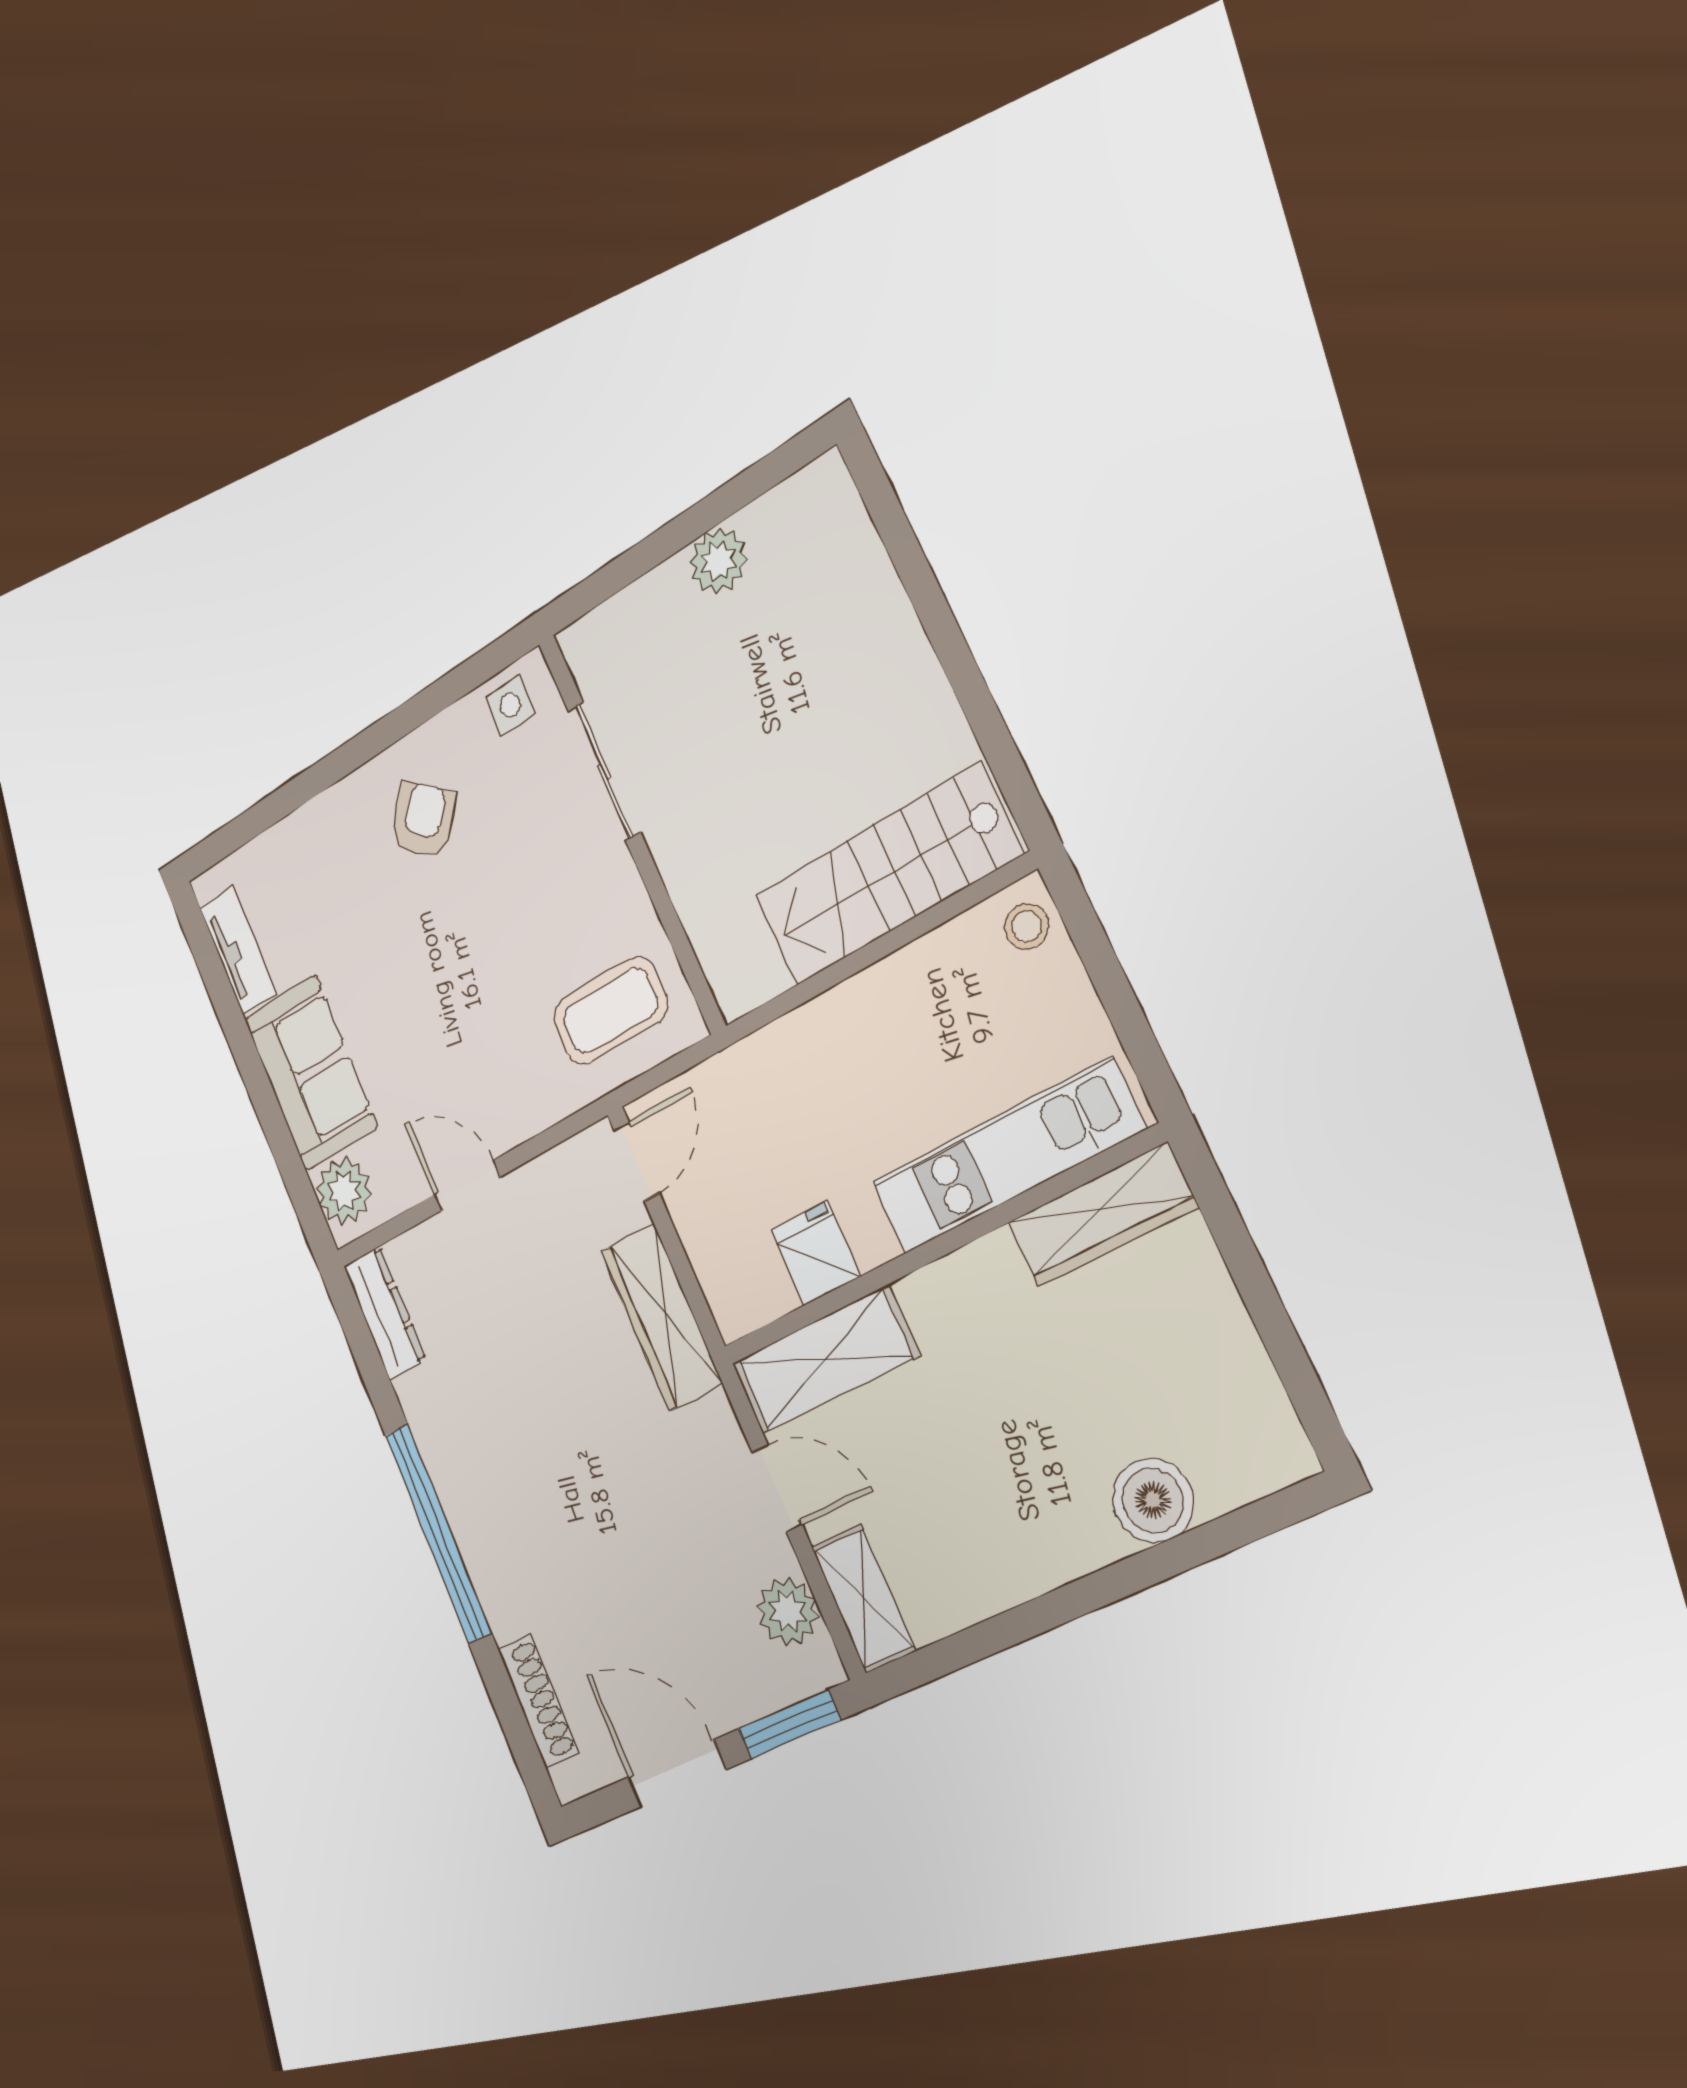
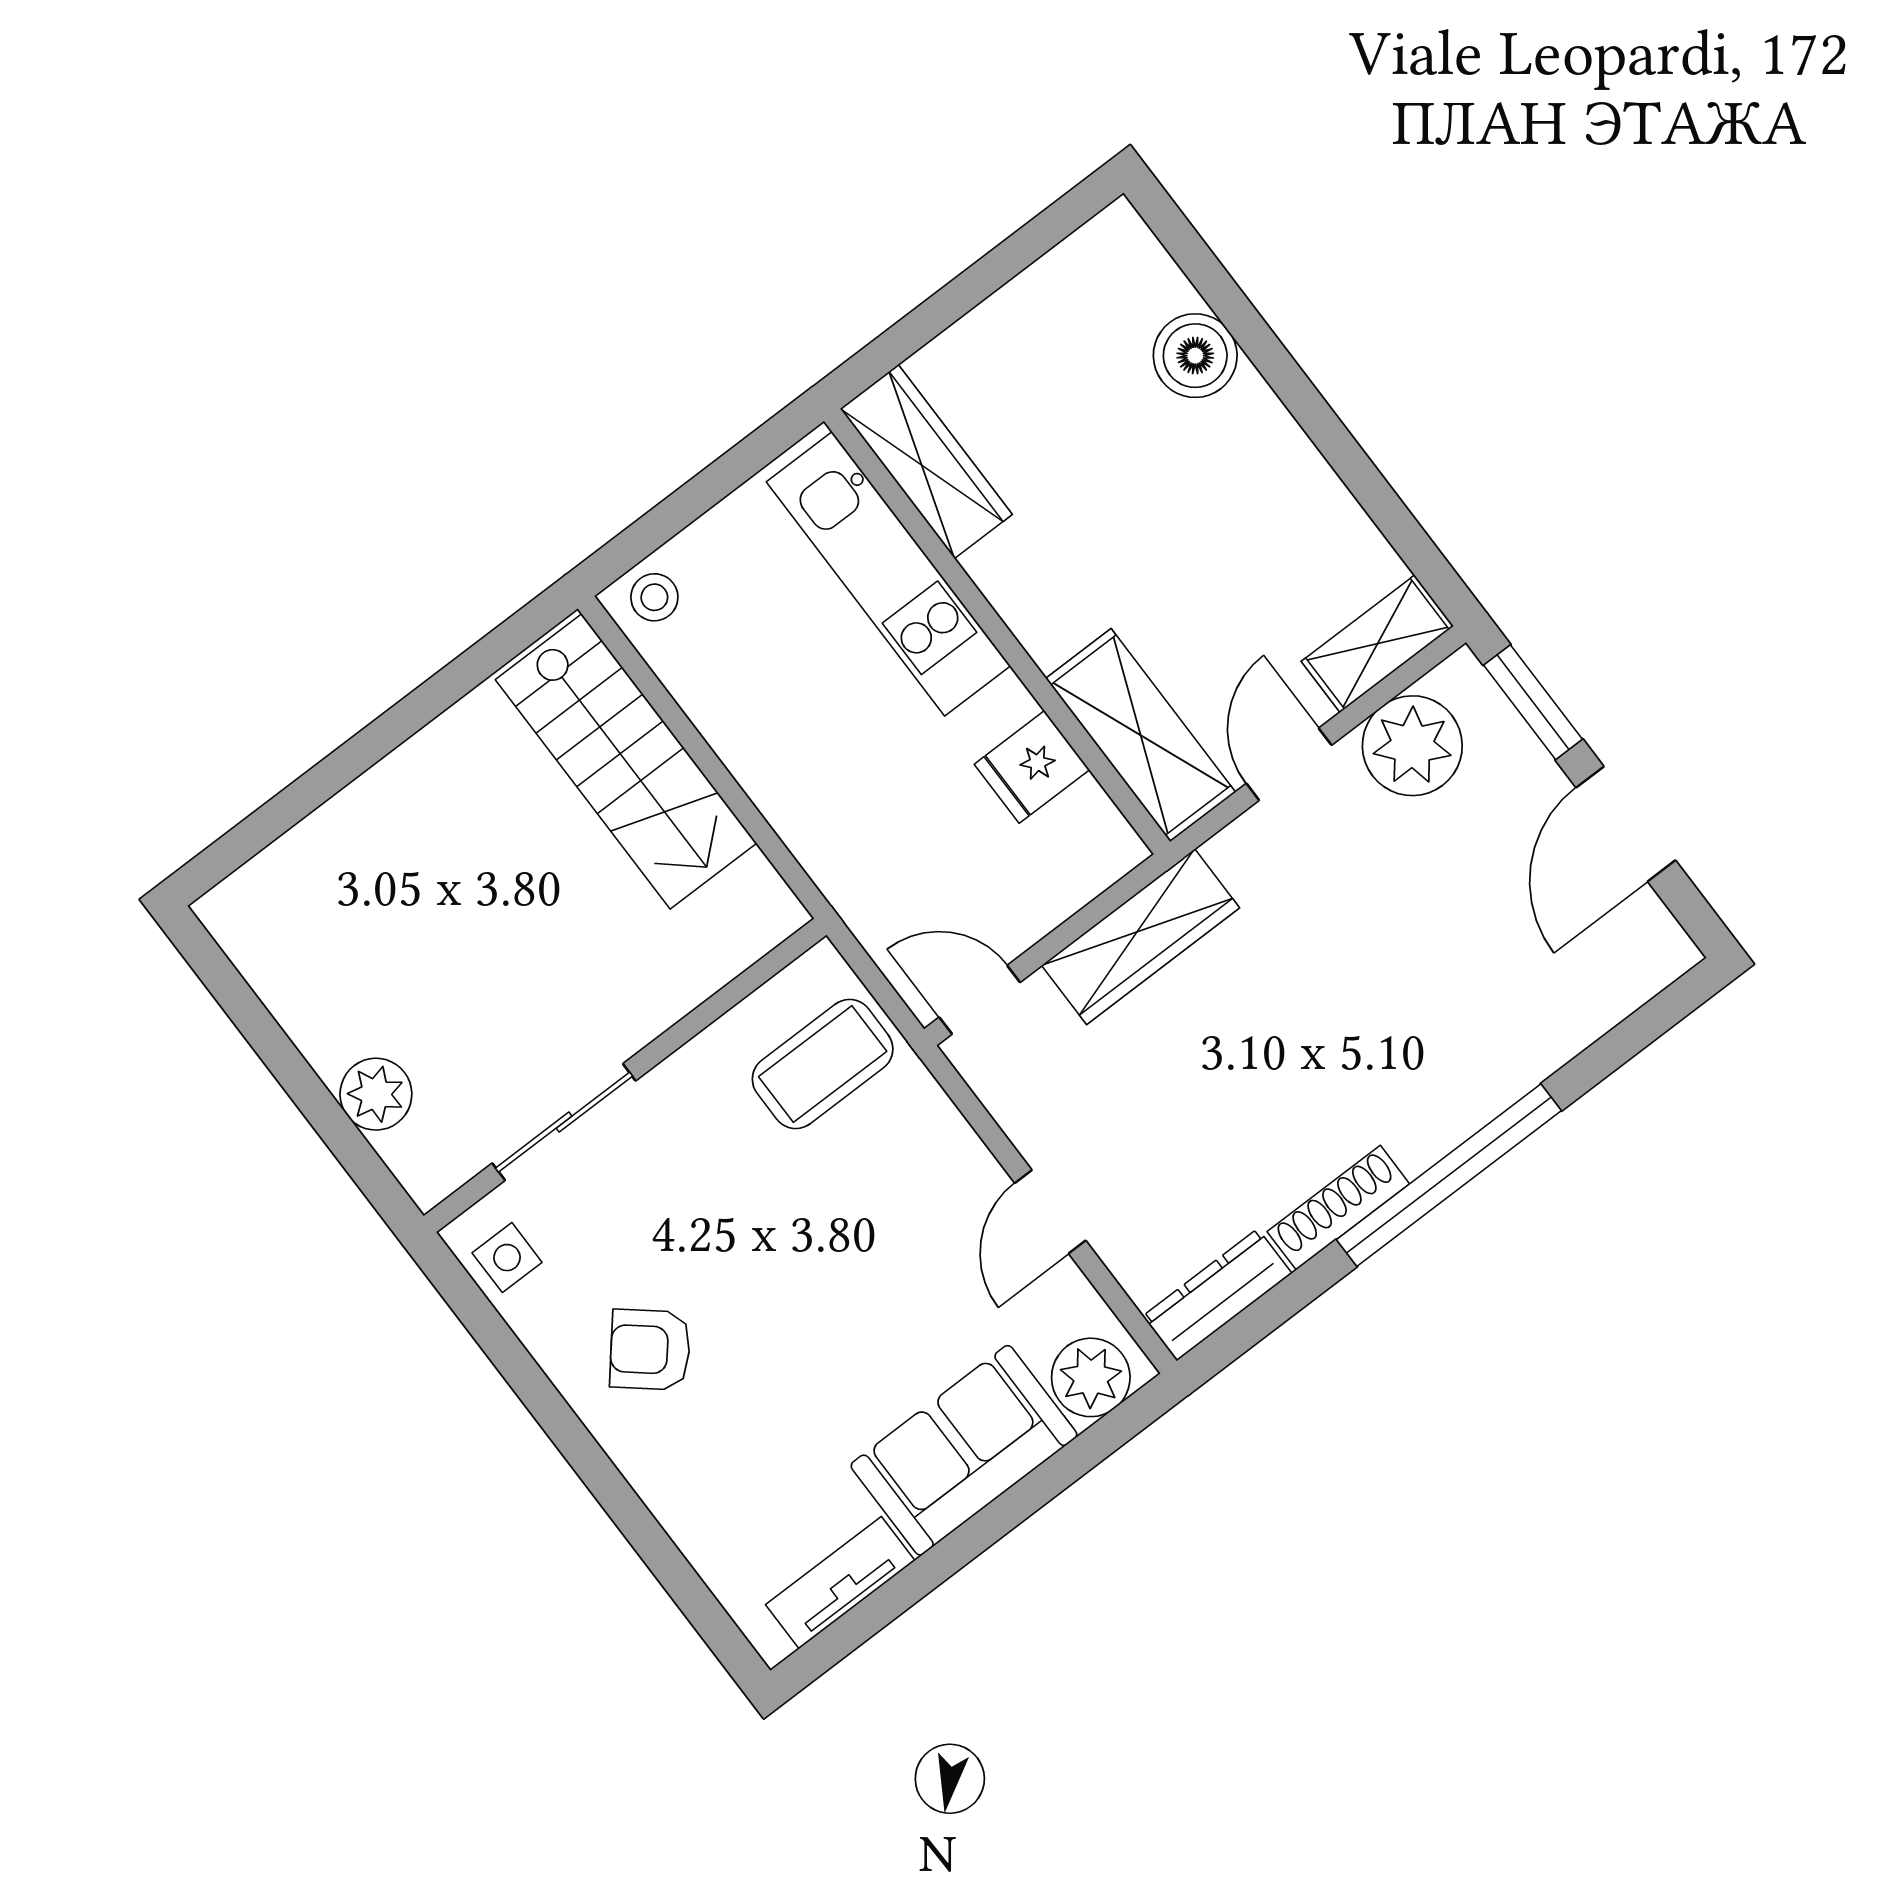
plant: (718, 561) -> (376, 1094), moved
coffee table: (610, 1011) -> (823, 1064), turned 90
plant: (788, 1611) -> (1412, 746), width x1.36, depth x1.36
shoe rack: (538, 1701) -> (1338, 1208), moved

